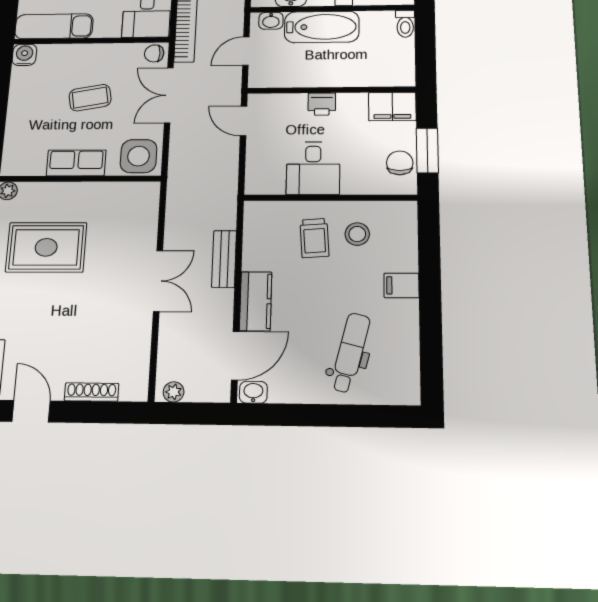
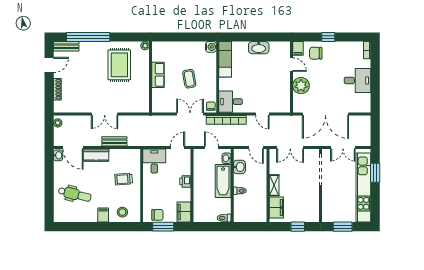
side table: (139, 156) -> (161, 102), removed
desk: (313, 168) -> (154, 161), moved, turned 90
stool: (357, 234) -> (122, 212), moved

